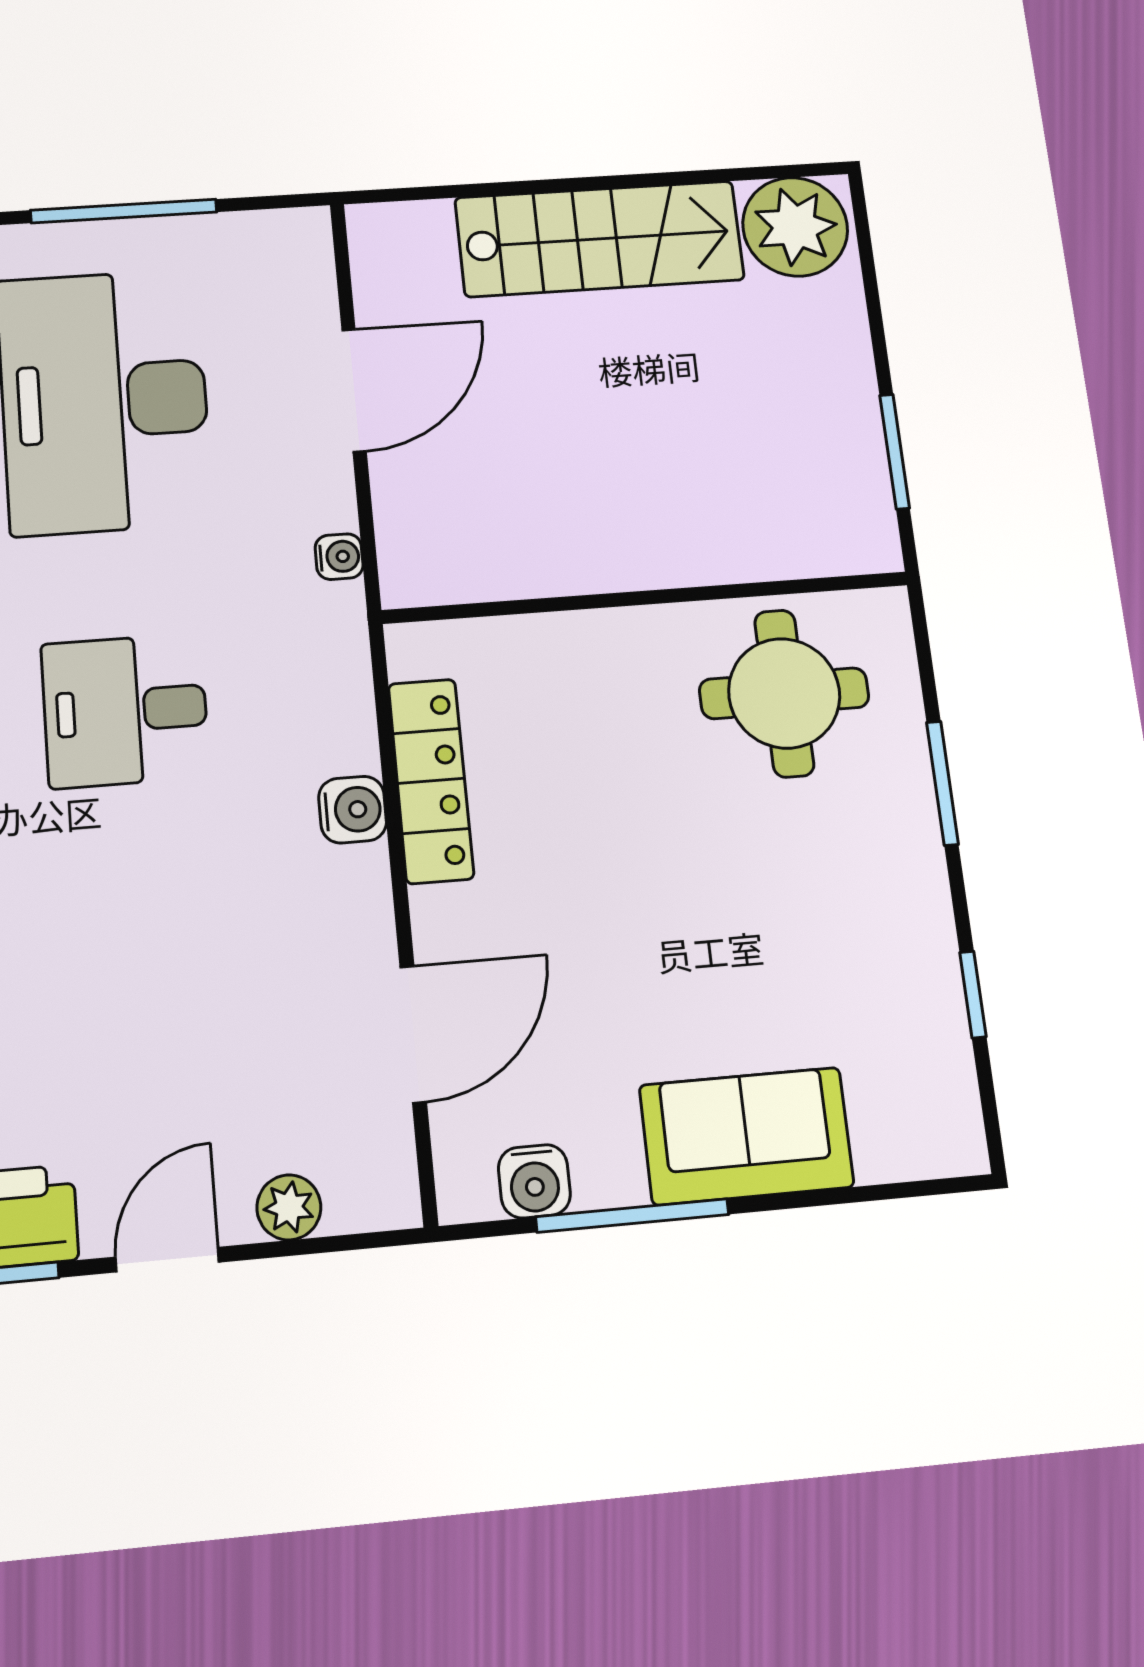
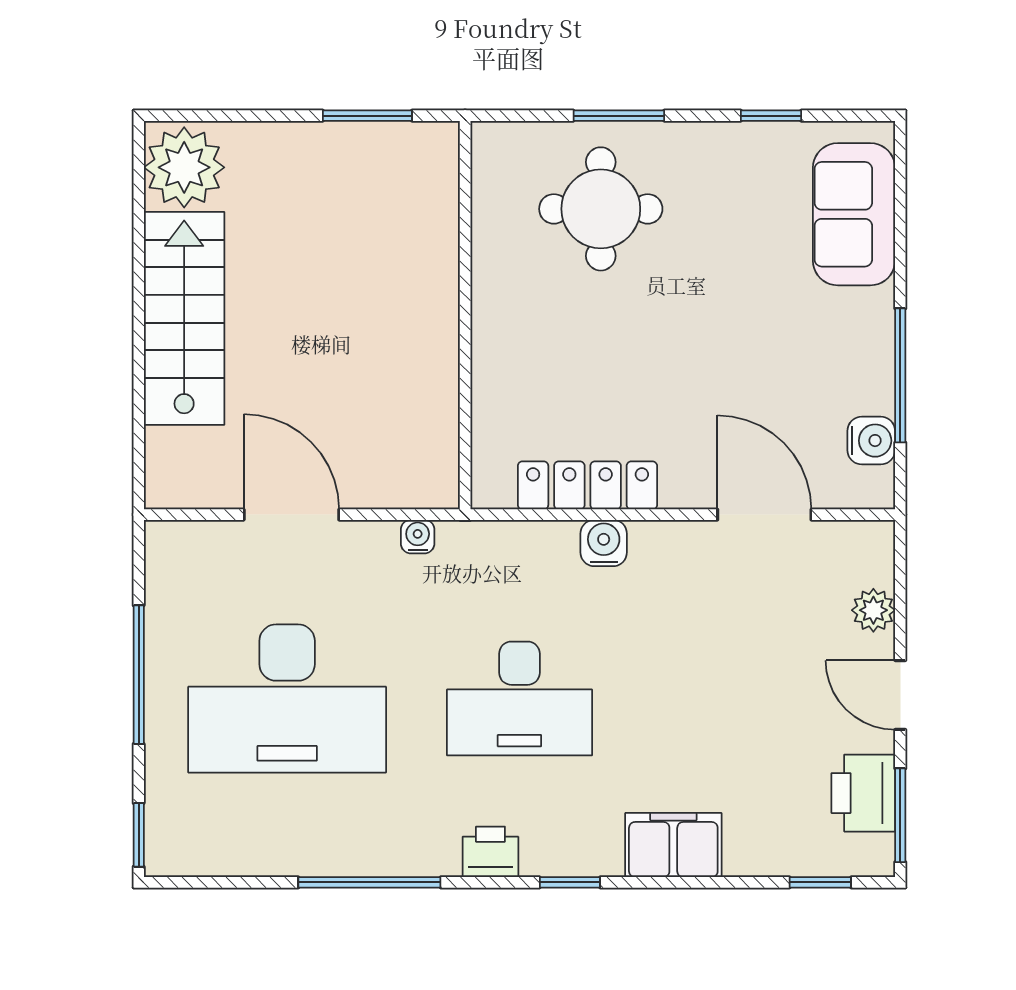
round table: (784, 693) -> (601, 209), moved
desk: (125, 710) -> (519, 698), width x1.37
sofa: (746, 1136) -> (854, 214), moved

